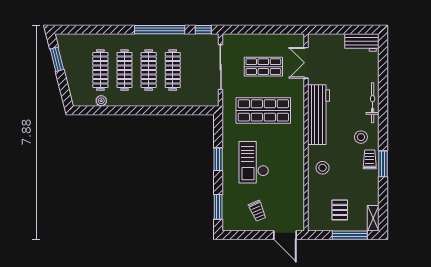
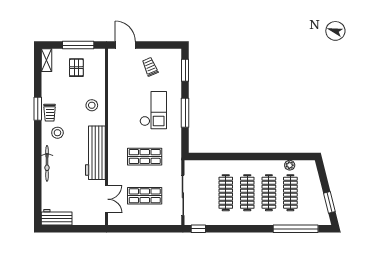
window: (160, 30) -> (296, 229), moved
shop shelf: (263, 110) -> (145, 157), width x0.70, depth x0.74
window: (218, 159) -> (185, 113), width x1.44
window: (350, 235) -> (78, 45), moved

